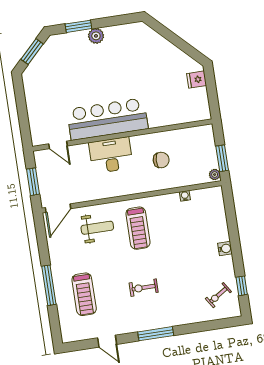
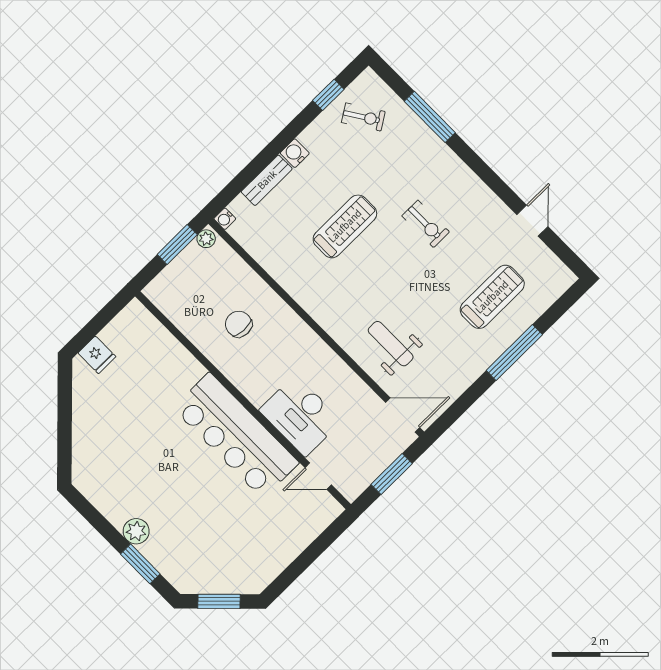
door: (58, 145) -> (318, 476), swing flipped
desk: (111, 155) -> (300, 416), moved
water cooler: (185, 196) -> (225, 219), moved
bench: (222, 225) -> (267, 180), added
treadmill: (138, 228) -> (345, 226), moved
window: (156, 334) -> (430, 117), moved

